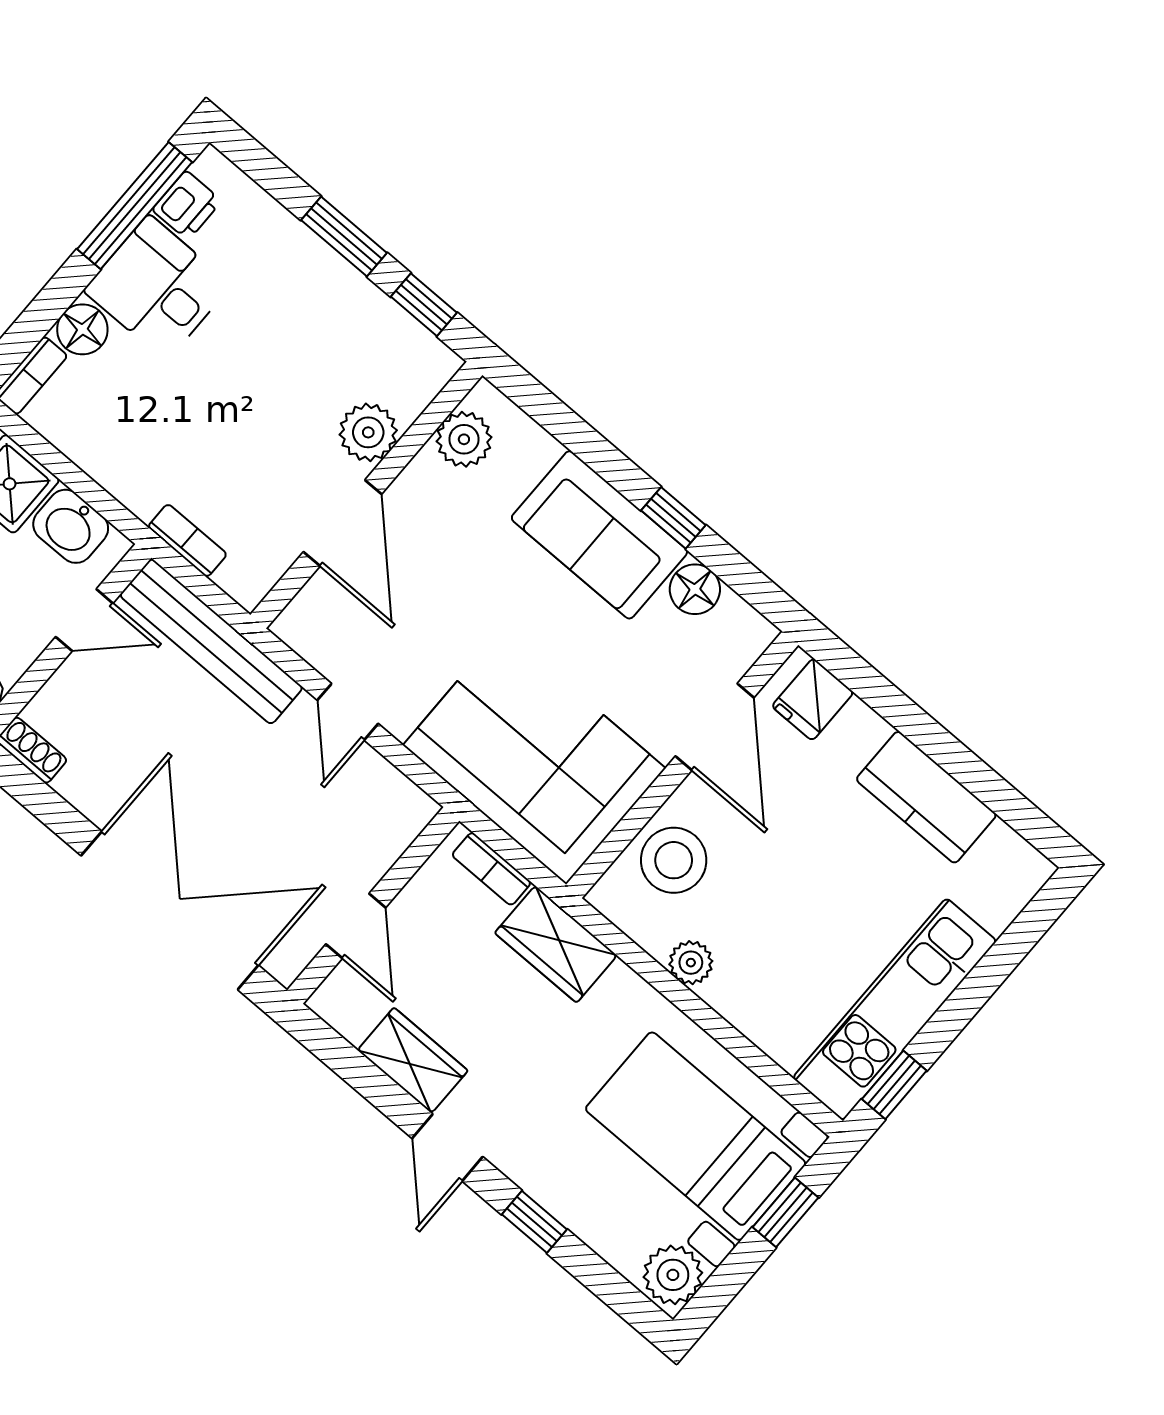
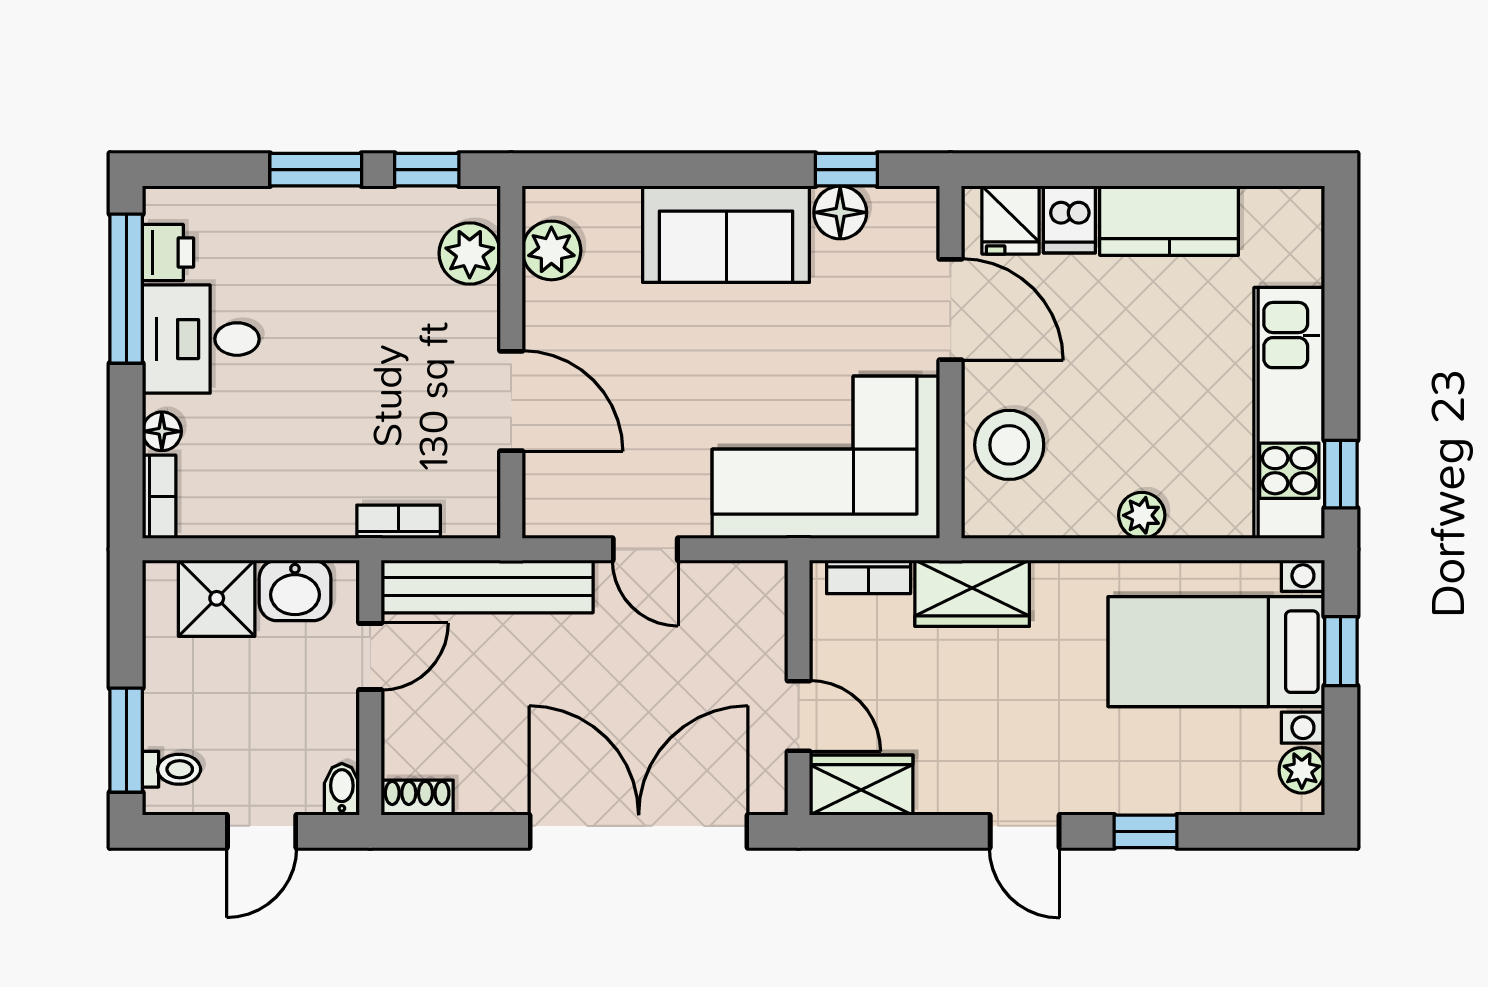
floor lamp: (82, 329) -> (162, 431), width x0.73, depth x0.73
plant: (368, 432) -> (470, 253), moved
window: (673, 518) -> (846, 170), moved
dishwasher: (855, 735) -> (1069, 219), added
plant: (691, 963) -> (1142, 515), moved
wardrobe: (413, 1060) -> (861, 785), moved
plant: (673, 1275) -> (1302, 770), width x0.73, depth x0.73

